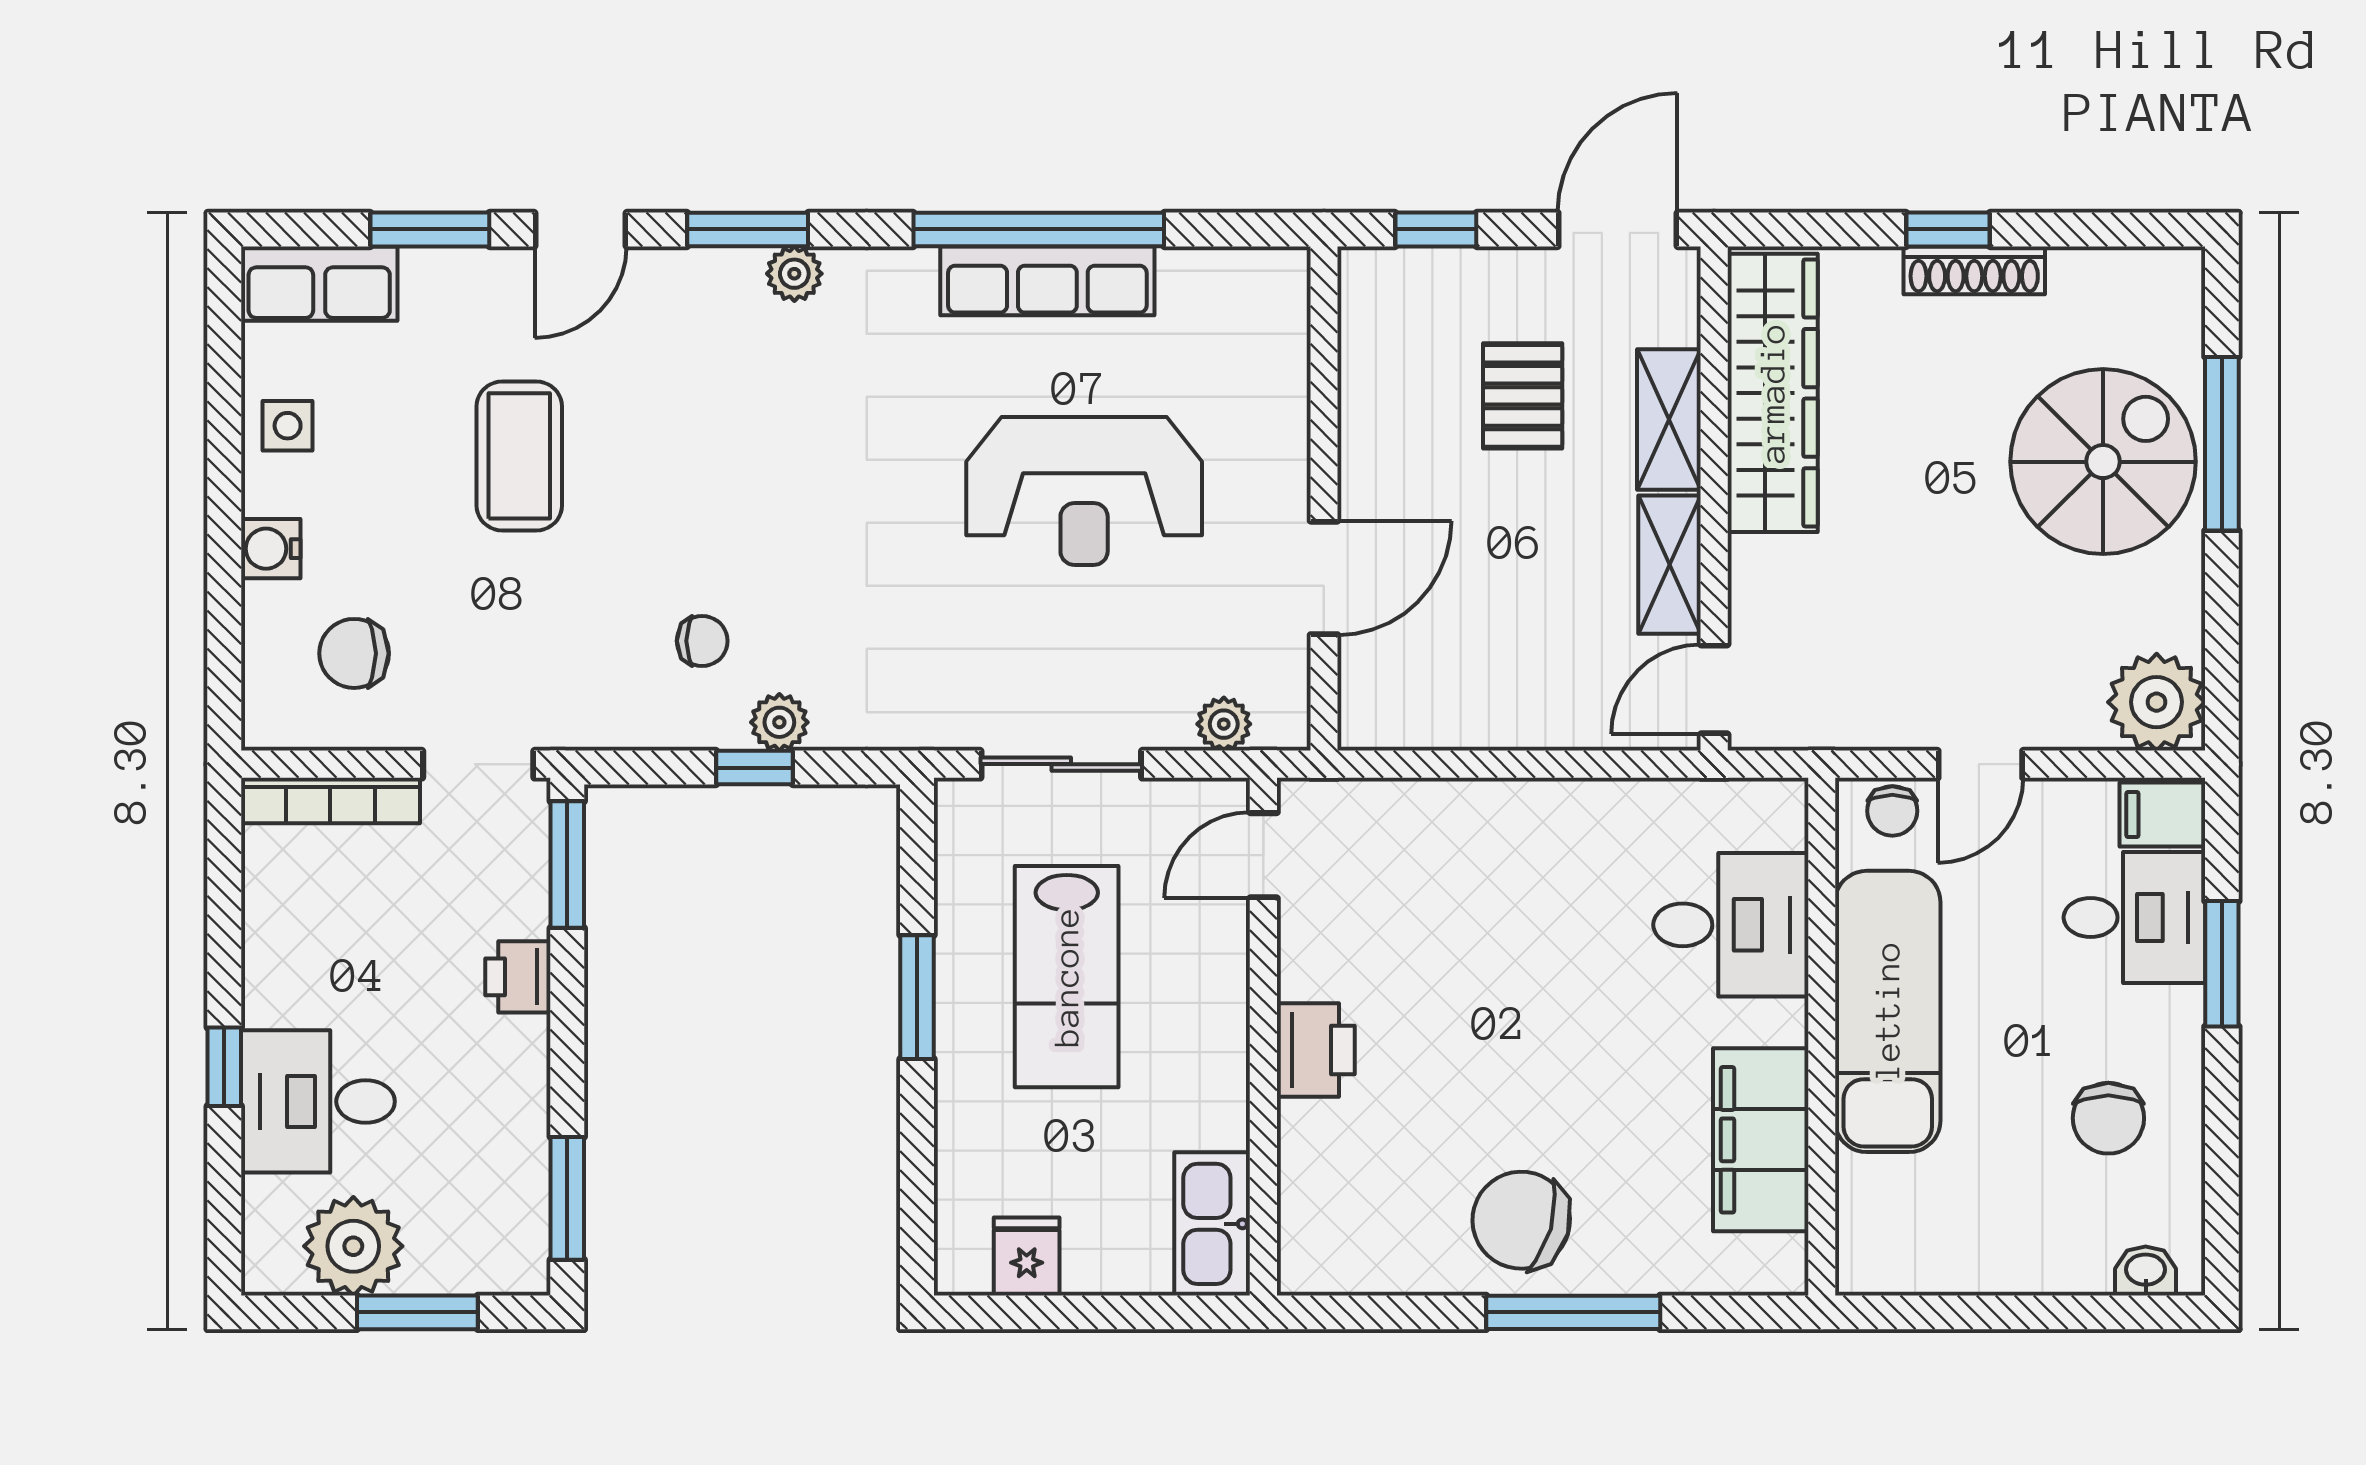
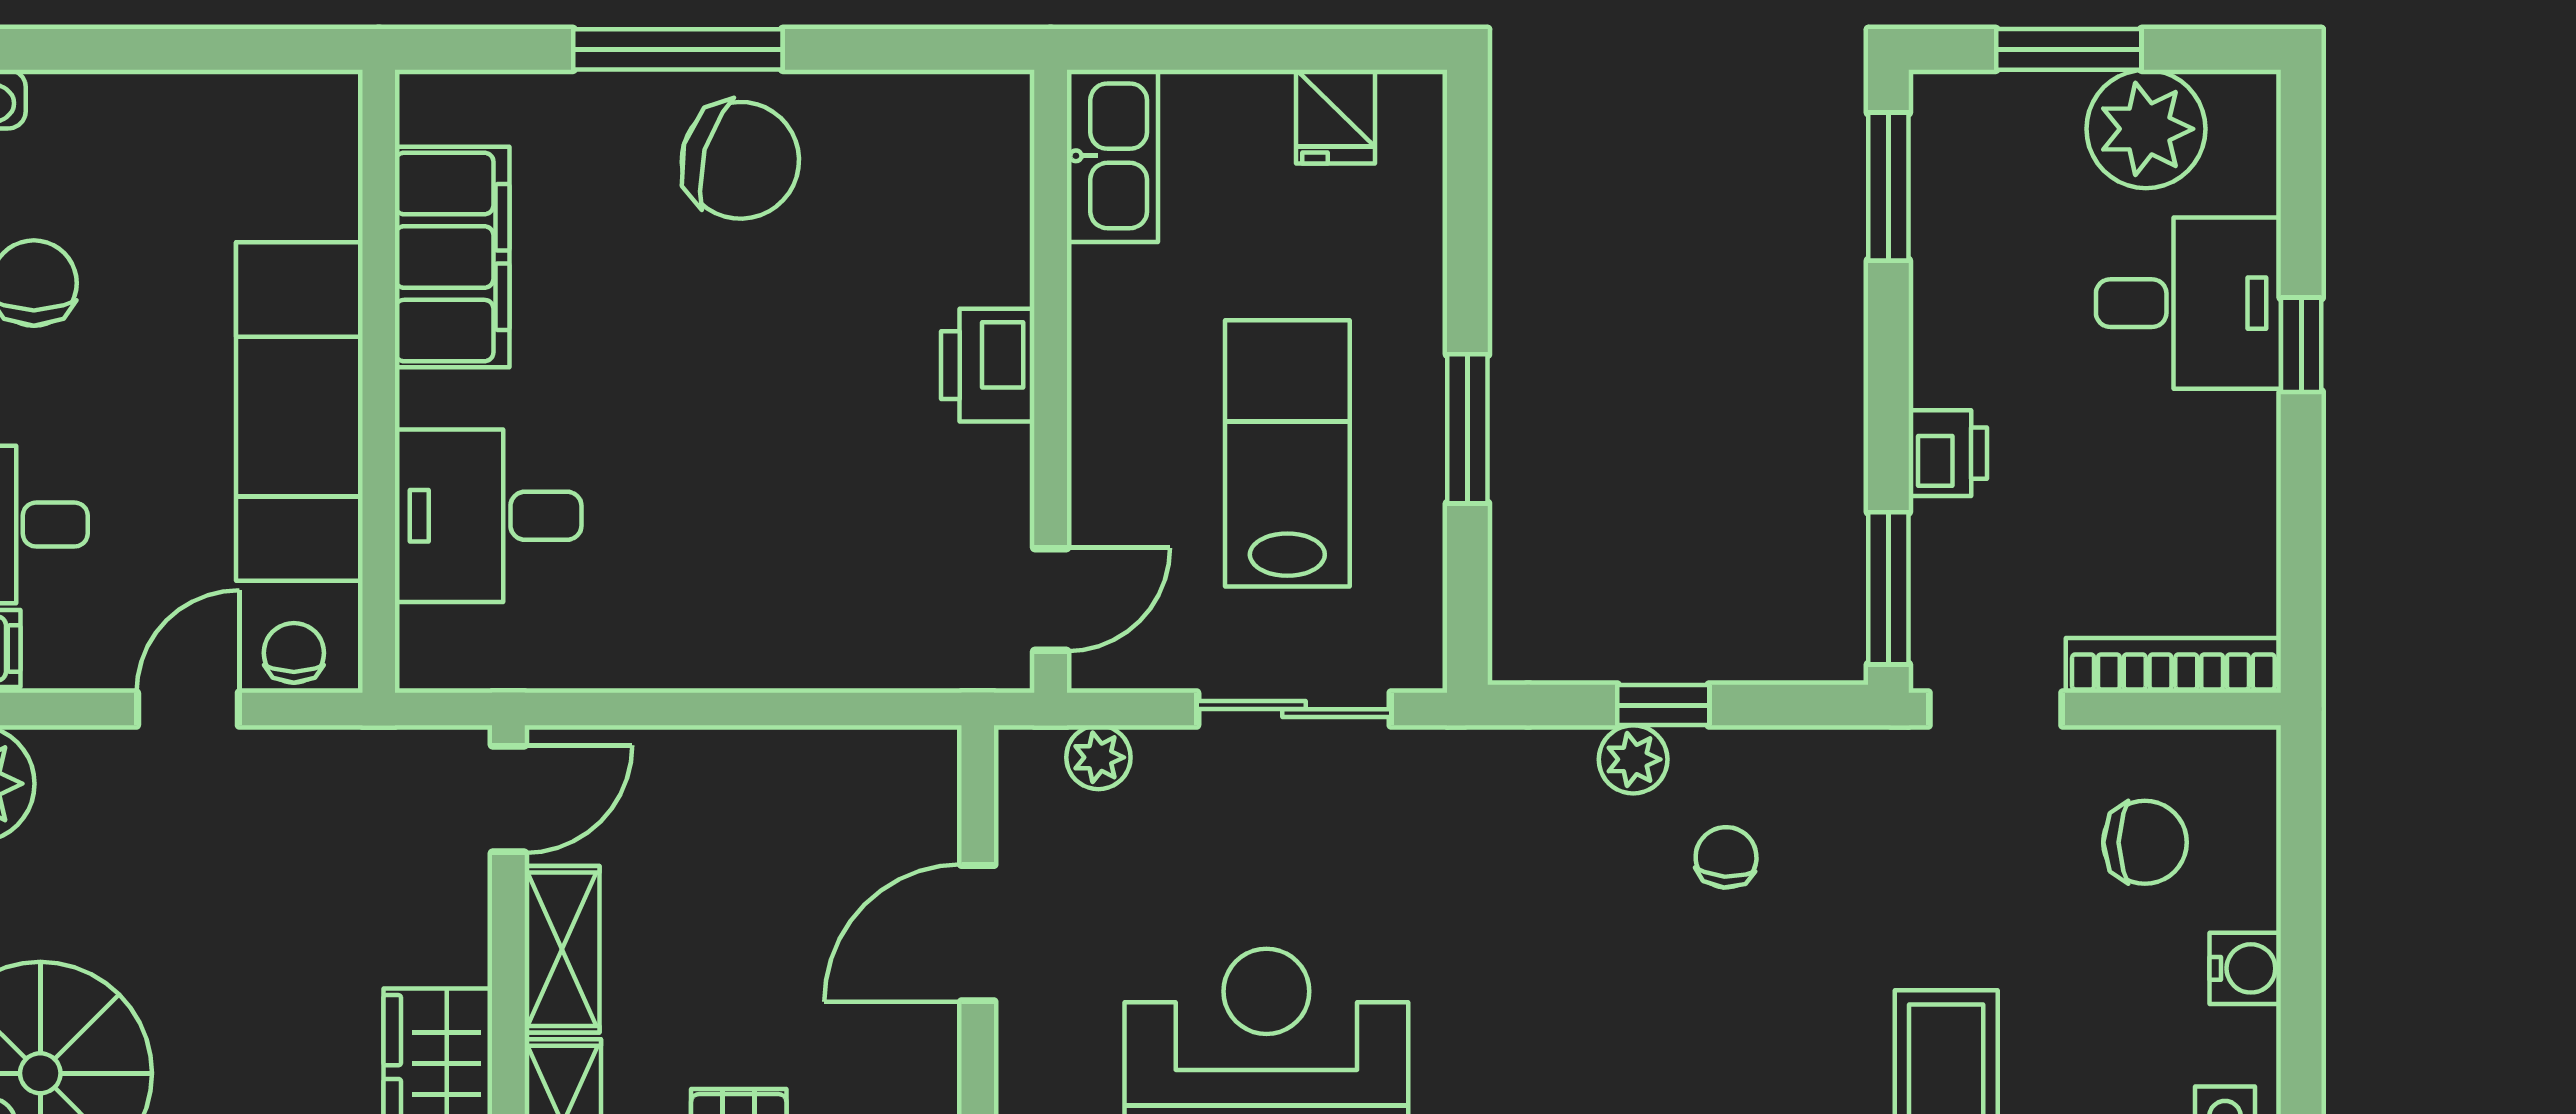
chair: (702, 641) -> (1726, 857), turned 94

